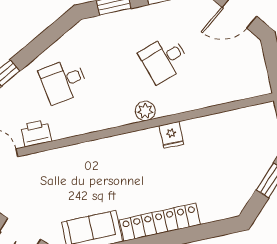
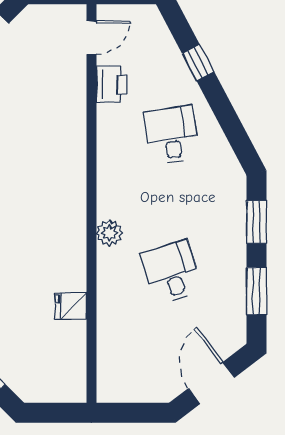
fridge: (171, 135) -> (71, 306), moved

